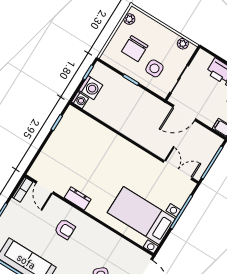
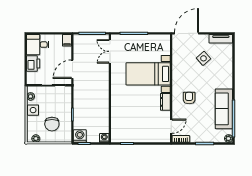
chair: (135, 49) -> (52, 124), turned 90
side table: (154, 68) -> (33, 110), moved
washing machine: (91, 88) -> (80, 136), moved
door: (184, 113) -> (72, 69), swing flipped
bed with nightstands: (141, 216) -> (148, 74), moved, turned 90

